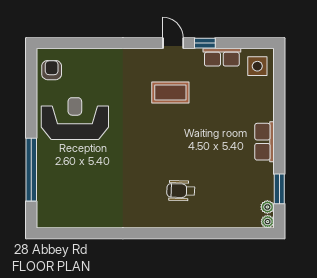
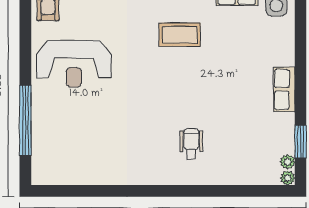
reception desk: (75, 119) -> (74, 64), turned 180
wheelchair: (181, 191) -> (191, 144), turned 88

